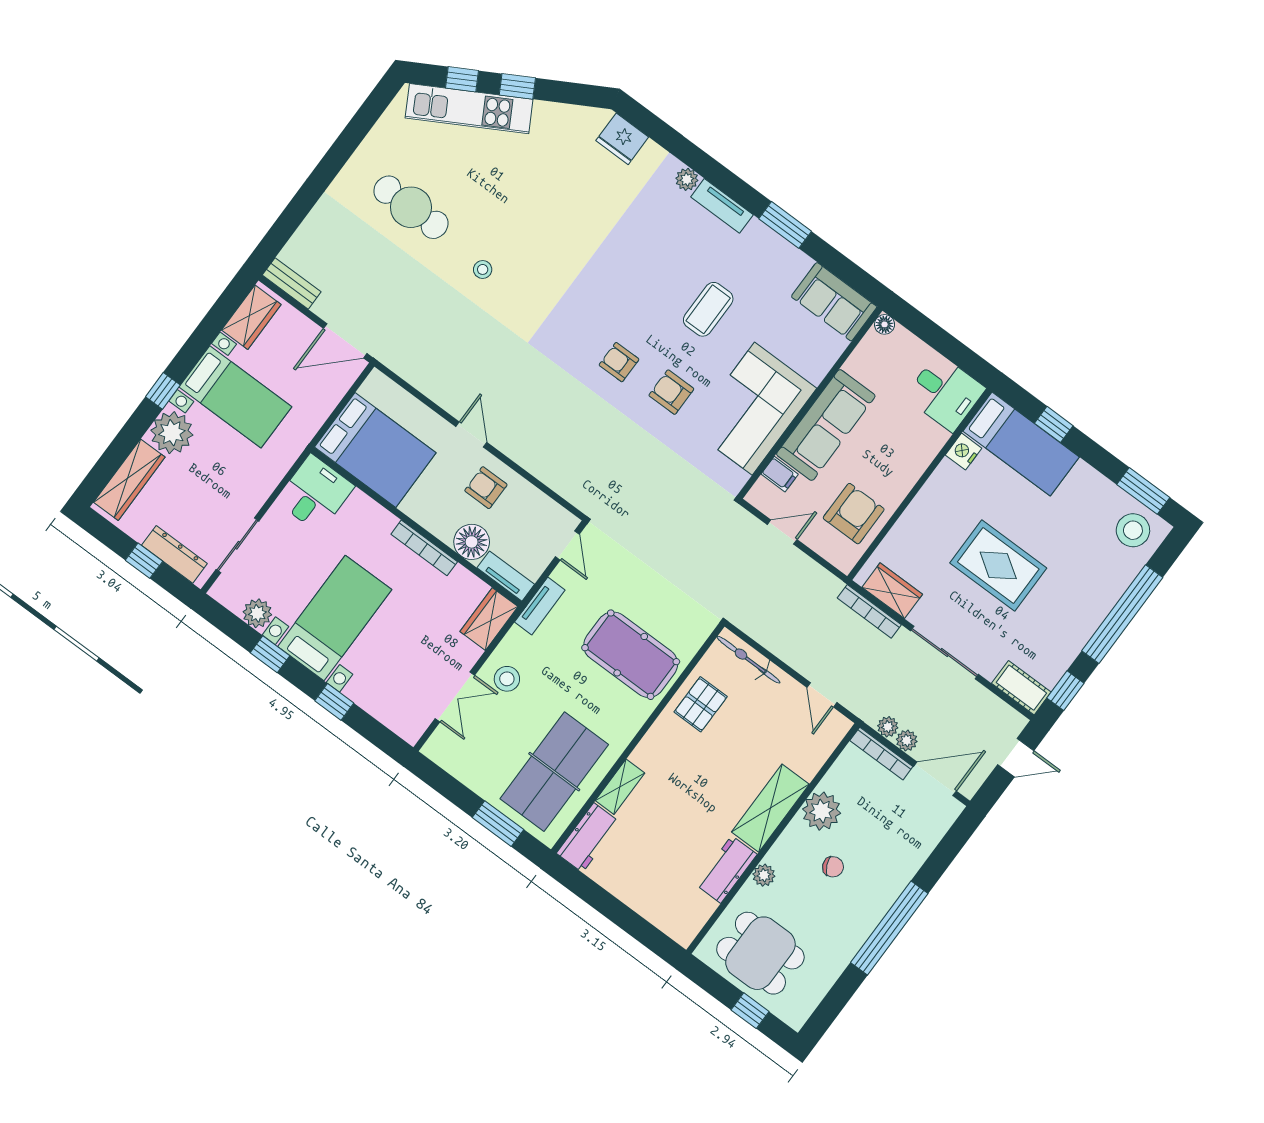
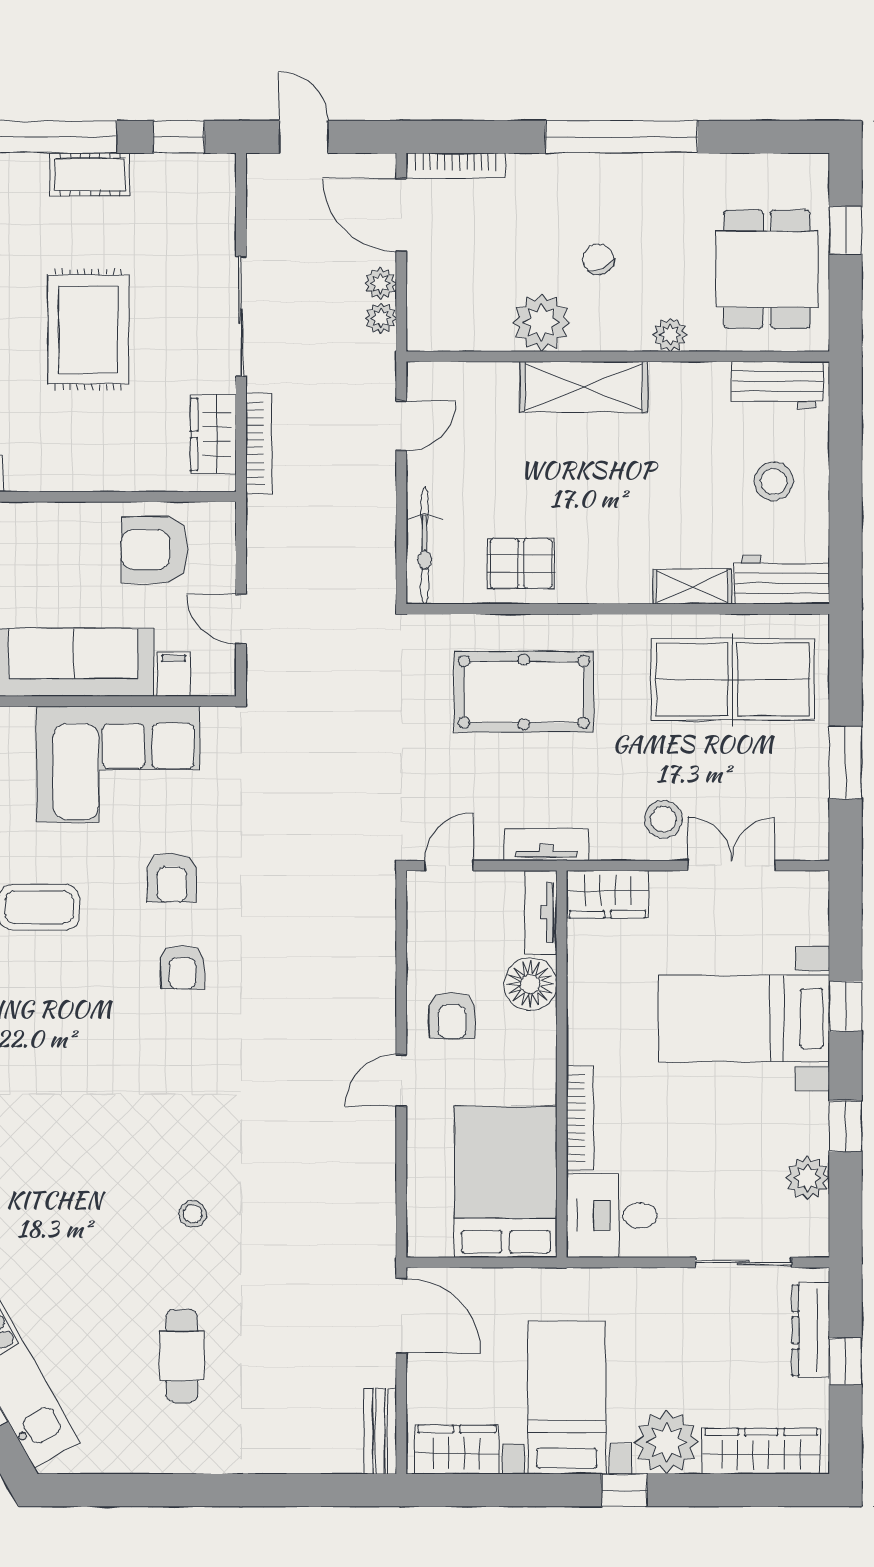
cafe table: (411, 207) -> (182, 1356), width x0.73, depth x0.74
bookcase: (424, 548) -> (580, 1118), moved
bed with nightstands: (335, 618) -> (744, 1018), moved
pool table: (631, 655) -> (524, 692), turned 90
cot: (1021, 688) -> (90, 174), moved, turned 90
bookcase: (881, 754) -> (456, 166), moved, turned 90
window: (498, 824) -> (845, 763), moved
workbench: (726, 869) -> (777, 385), moved
stool: (644, 872) -> (774, 481), added

